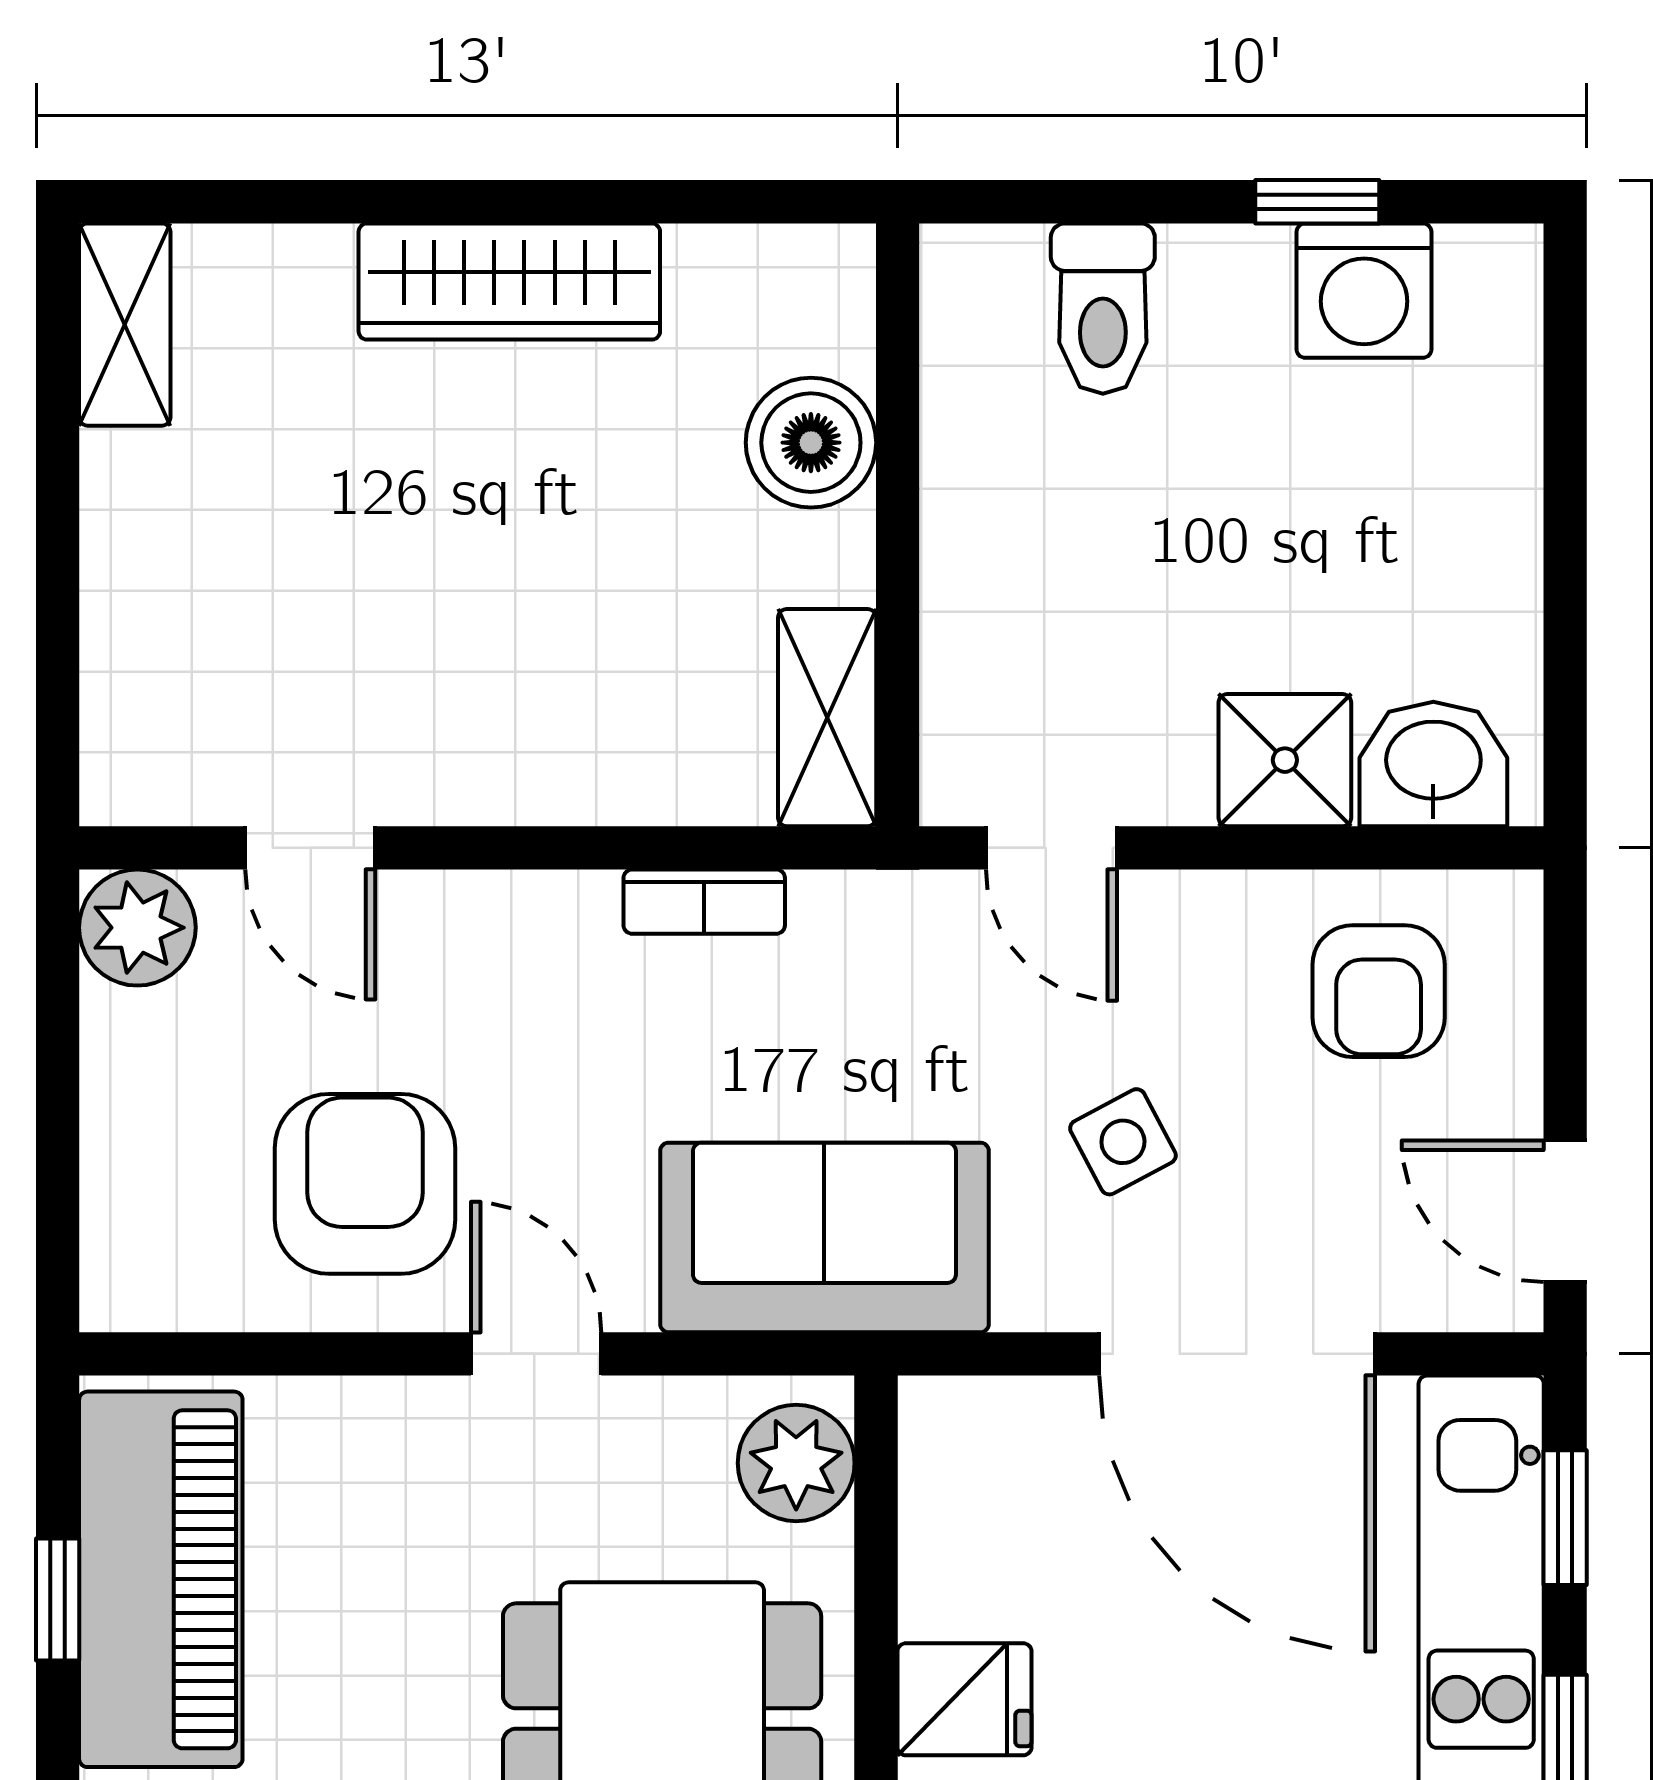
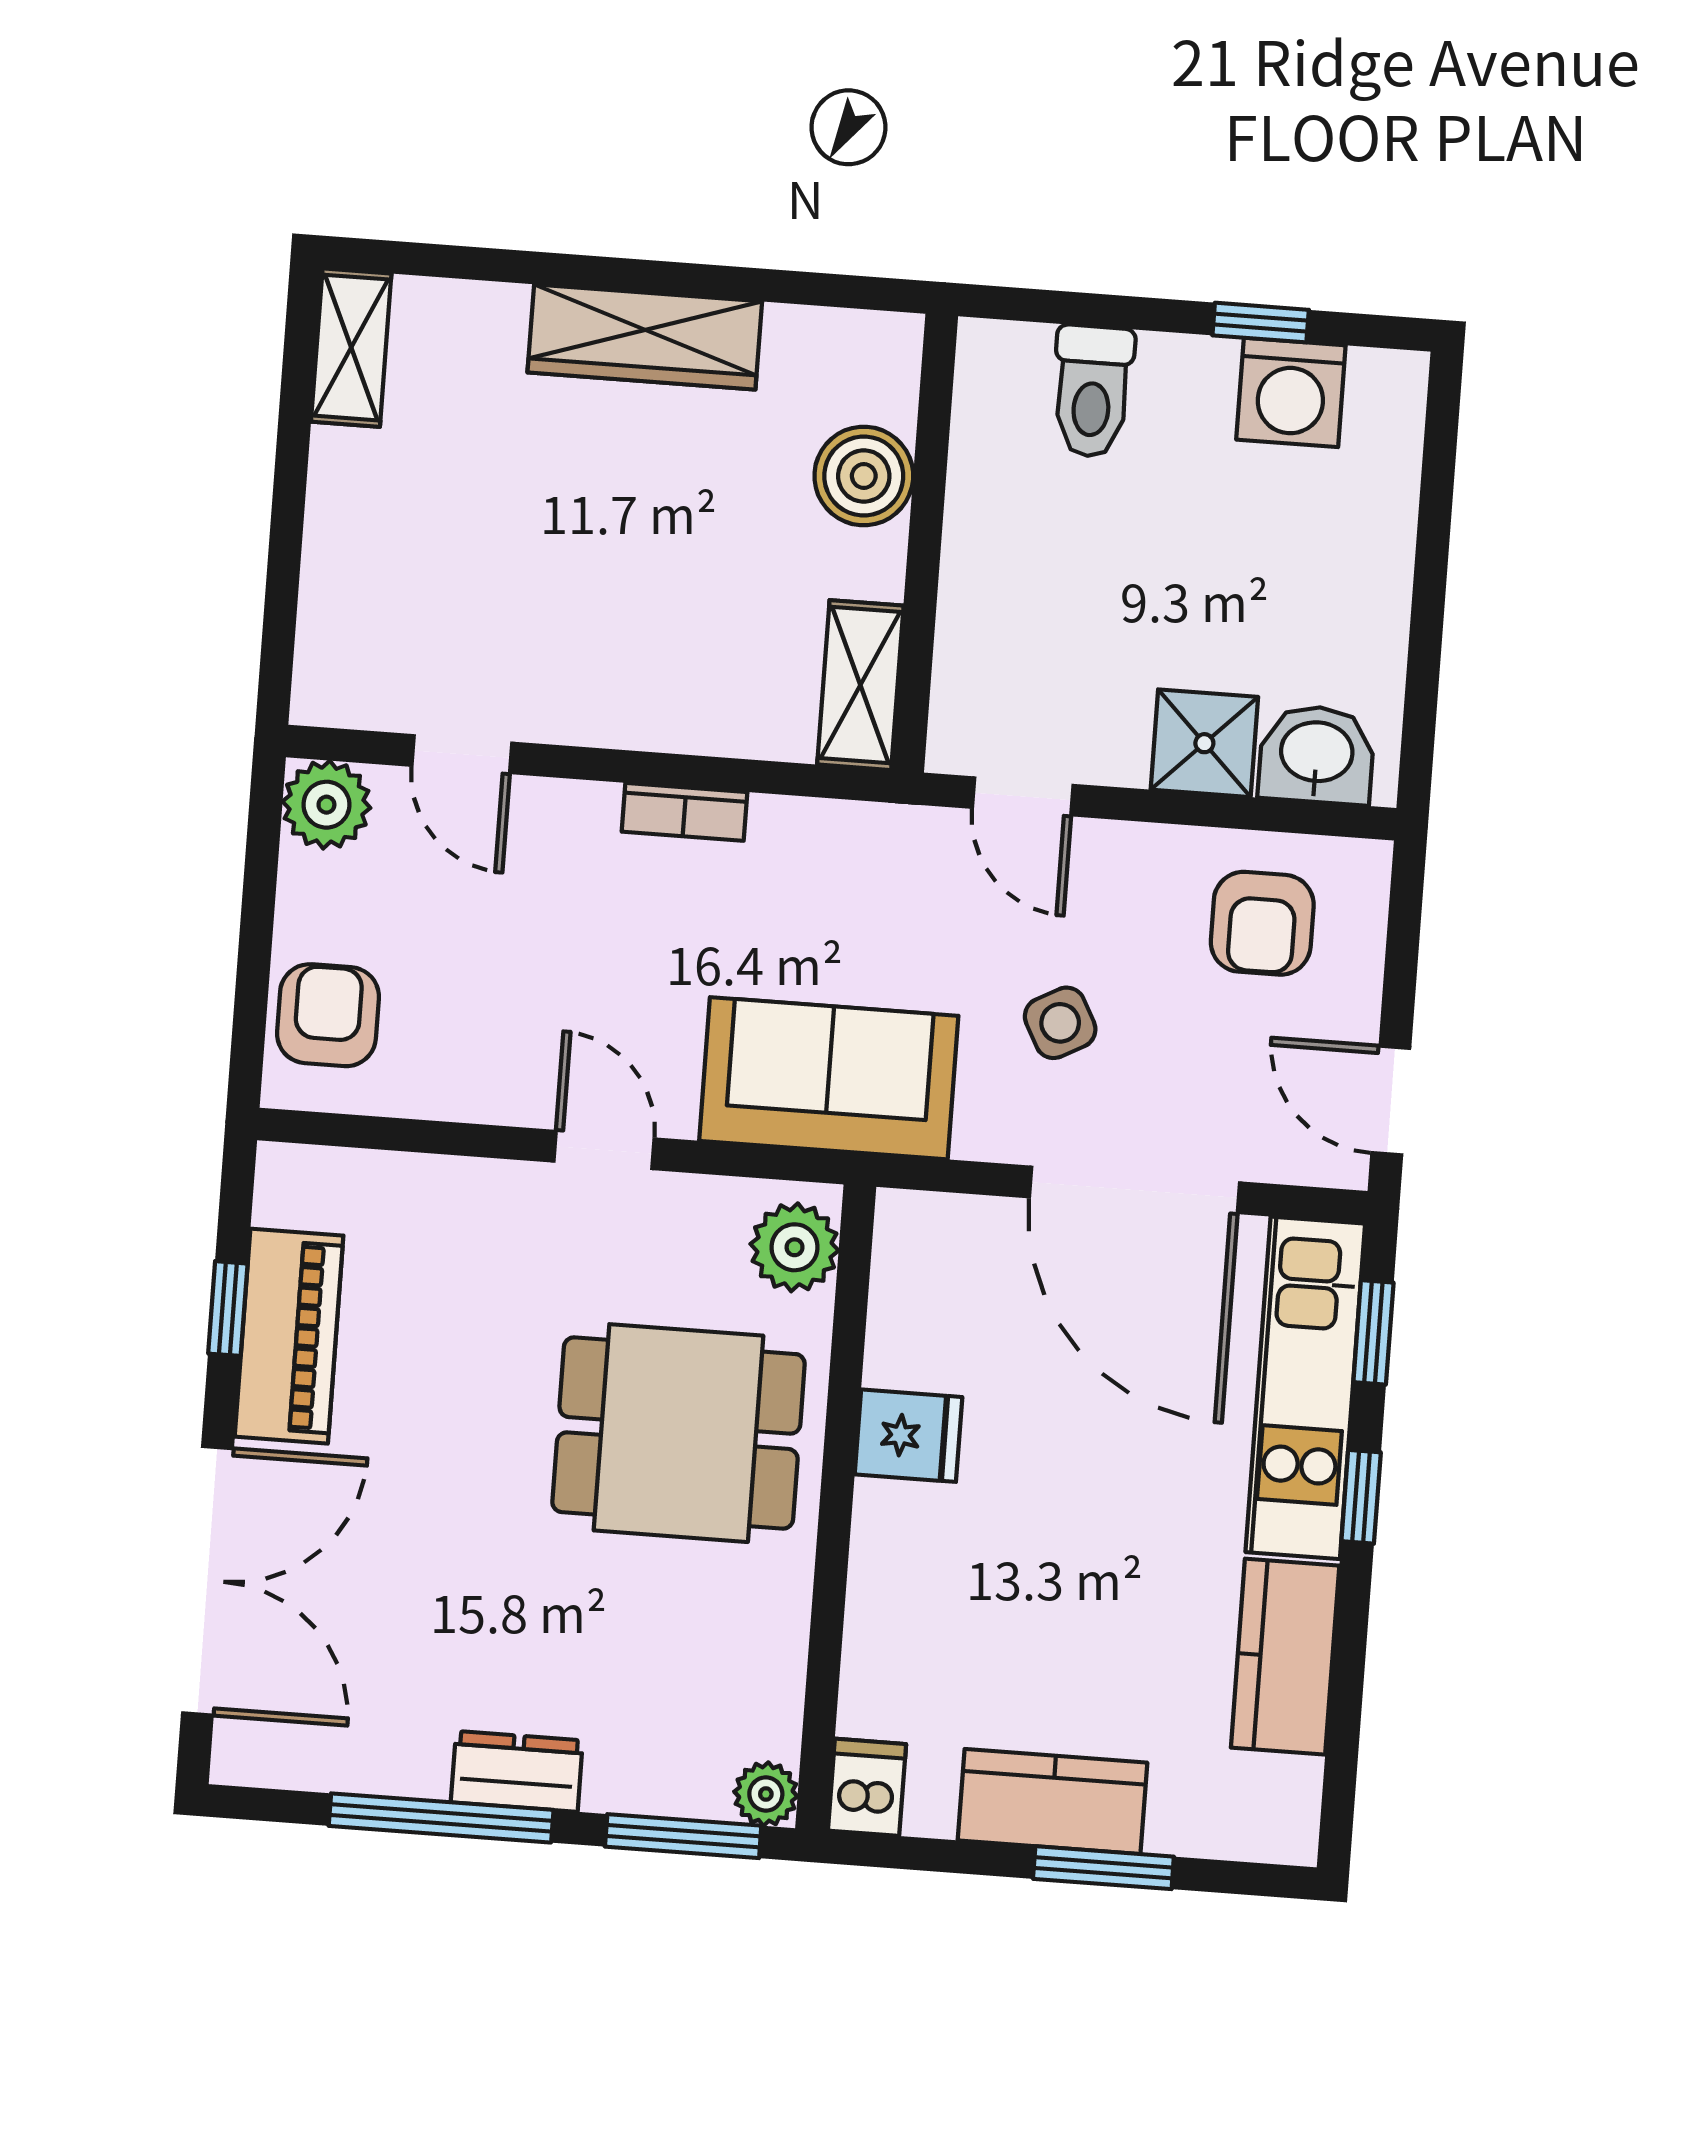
bookcase: (704, 902) -> (685, 812), moved
armchair: (365, 1184) -> (328, 1015), moved, width x0.72, depth x0.72
piano: (161, 1579) -> (289, 1336), width x0.73, depth x0.75

